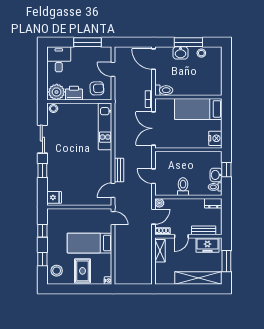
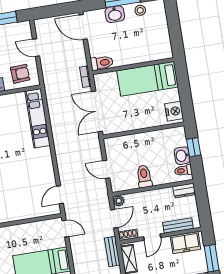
bench: (119, 170) -> (112, 251), moved

